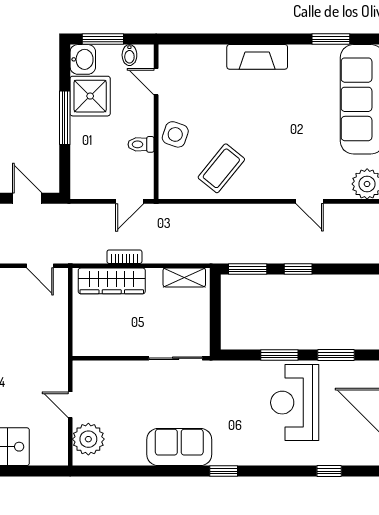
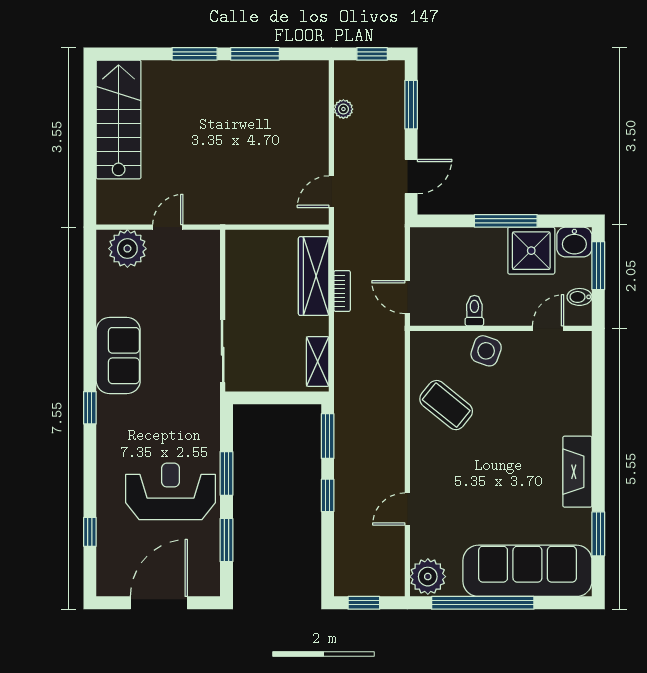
fireplace: (257, 57) -> (577, 472), moved

